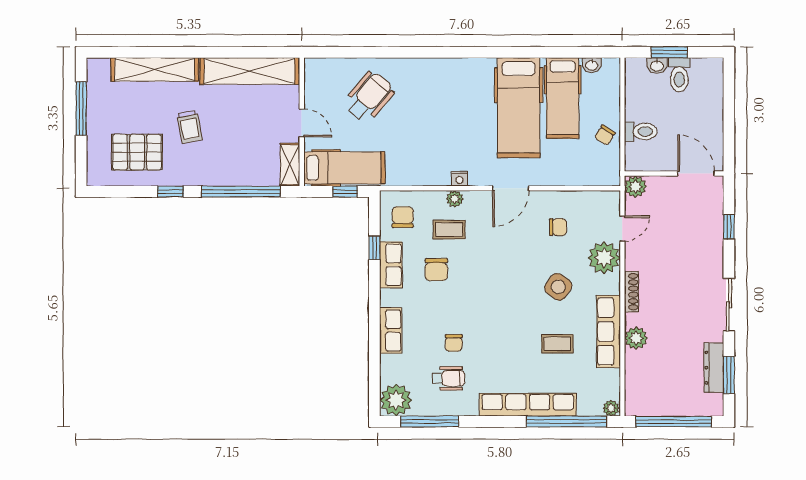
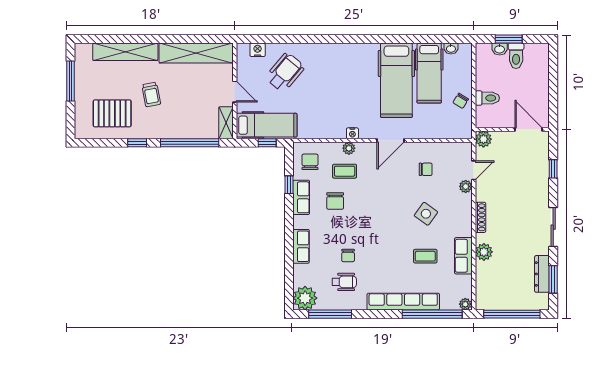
nightstand: (332, 67) -> (258, 50), added
plant: (604, 258) -> (466, 186), width x0.53, depth x0.53
row of seats: (609, 331) -> (463, 256), width x0.68

